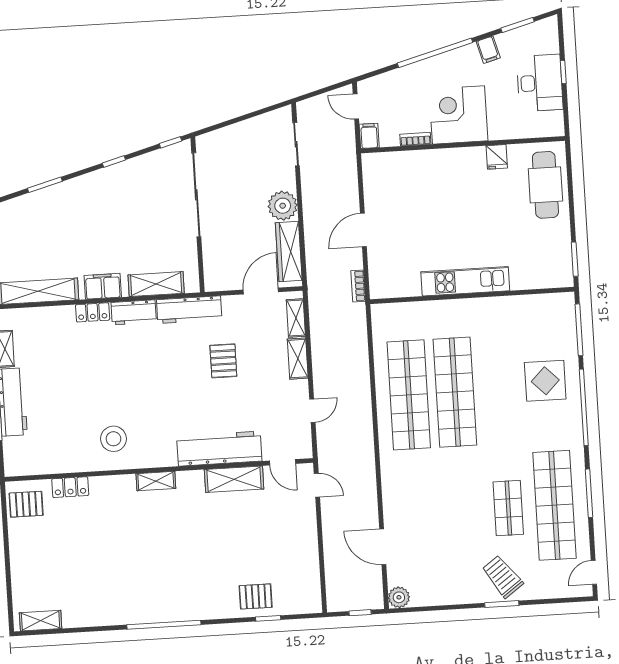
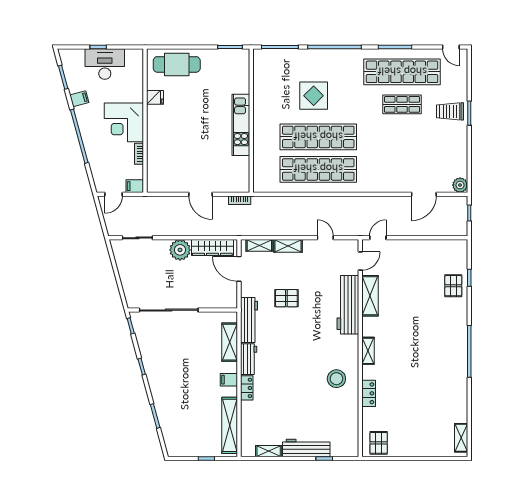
filing cabinet: (103, 286) -> (229, 380), width x0.50
display table: (545, 381) -> (314, 96), moved
locker: (70, 487) -> (369, 393), moved
trolley: (503, 577) -> (450, 111), turned 36

